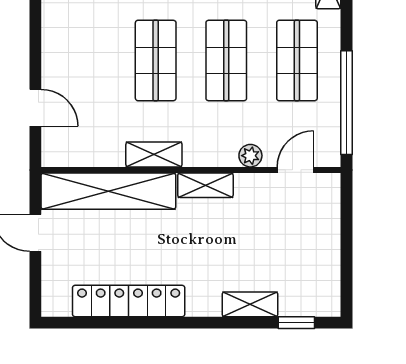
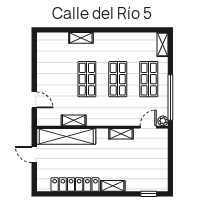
shelving: (154, 154) -> (74, 120), moved
plant: (250, 156) -> (163, 121), moved
shelving: (205, 185) -> (121, 134), moved
shelving: (250, 304) -> (113, 186), moved

